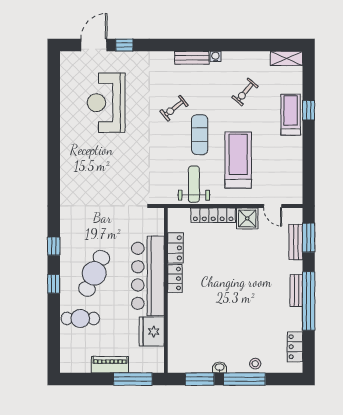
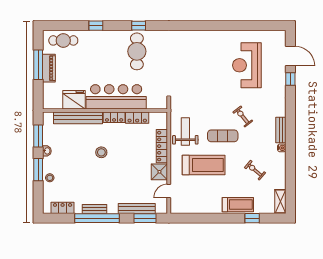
reception desk: (106, 103) -> (247, 65), turned -90
window: (309, 110) -> (252, 218), moved
weight bench: (194, 184) -> (185, 132), turned -90
bench: (296, 242) -> (137, 208), width x1.36
cafe table: (94, 273) -> (137, 51), moved, turned 65
window: (54, 284) -> (96, 26), moved
bench: (296, 291) -> (94, 209), moved
stool: (221, 295) -> (101, 152), added
cafe table: (80, 318) -> (63, 40), moved, turned 90
bench: (176, 326) -> (78, 118), added
window: (133, 379) -> (38, 65), moved
window: (244, 379) -> (38, 170), width x0.69

